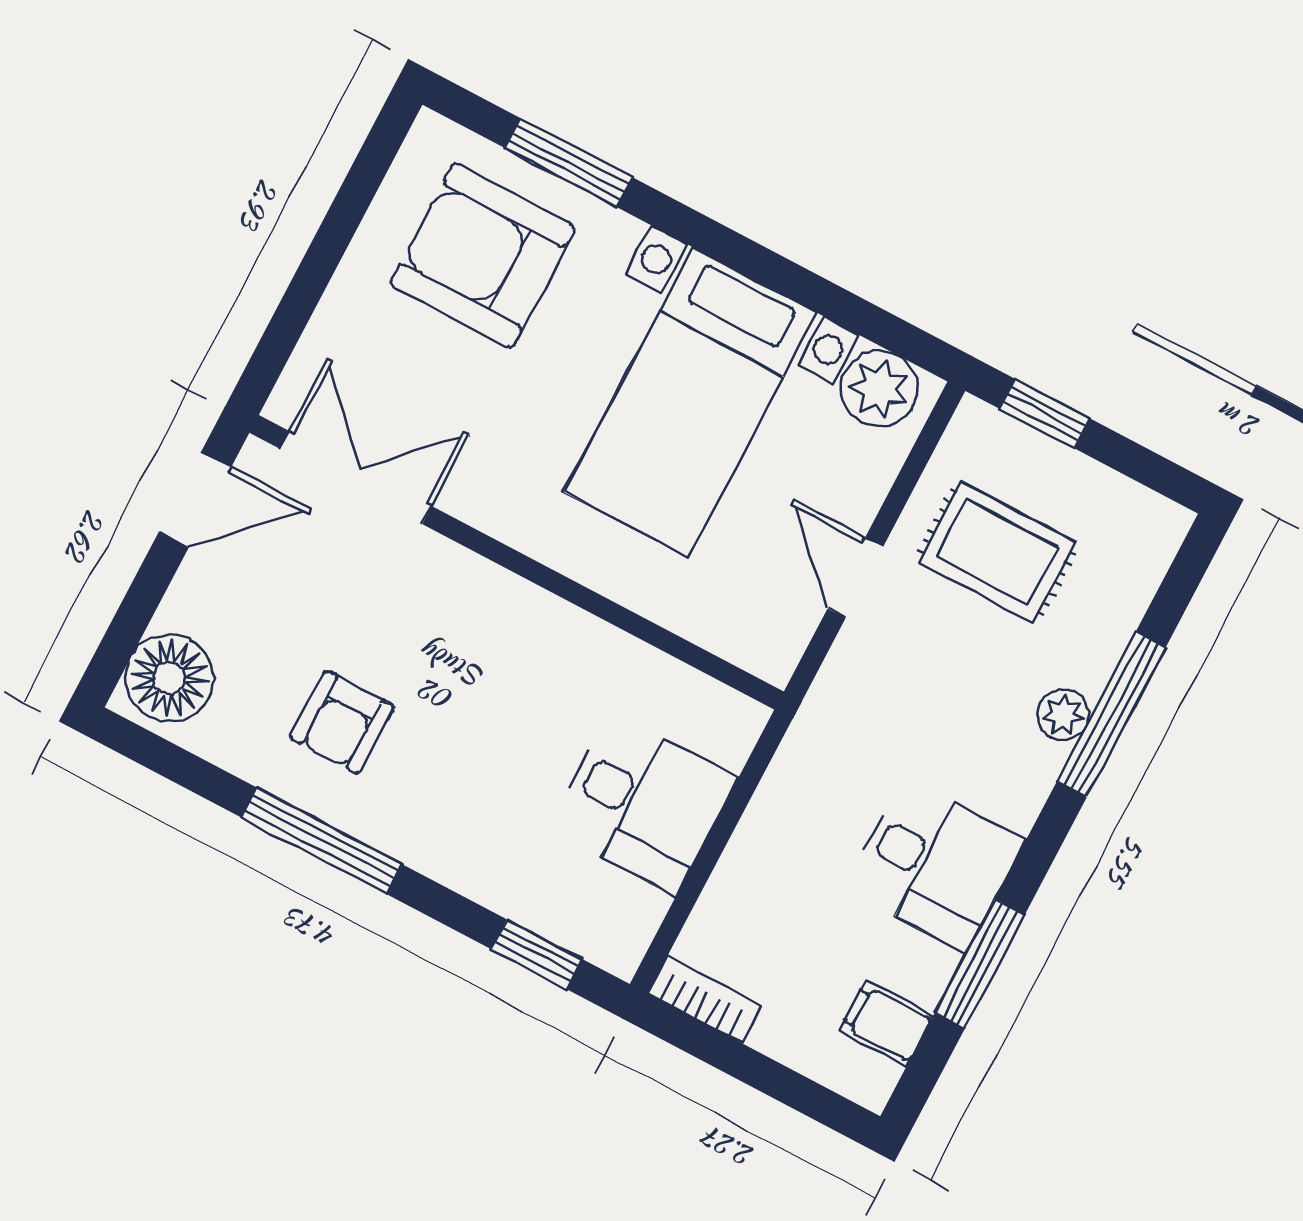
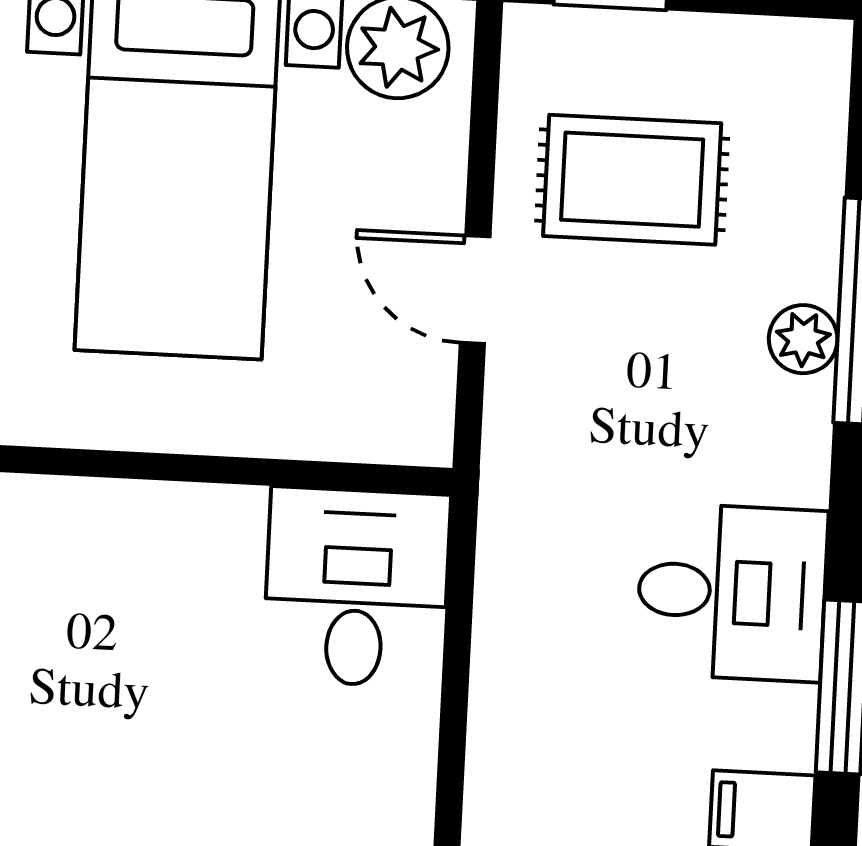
desk: (643, 803) -> (356, 587), moved, turned -90

